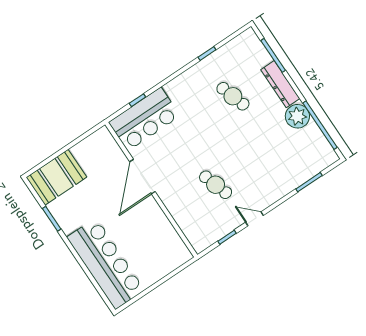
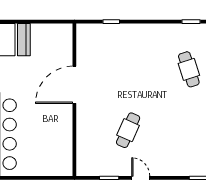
bar counter: (144, 119) -> (107, 40), removed
cafe table: (216, 185) -> (128, 130), turned 42

